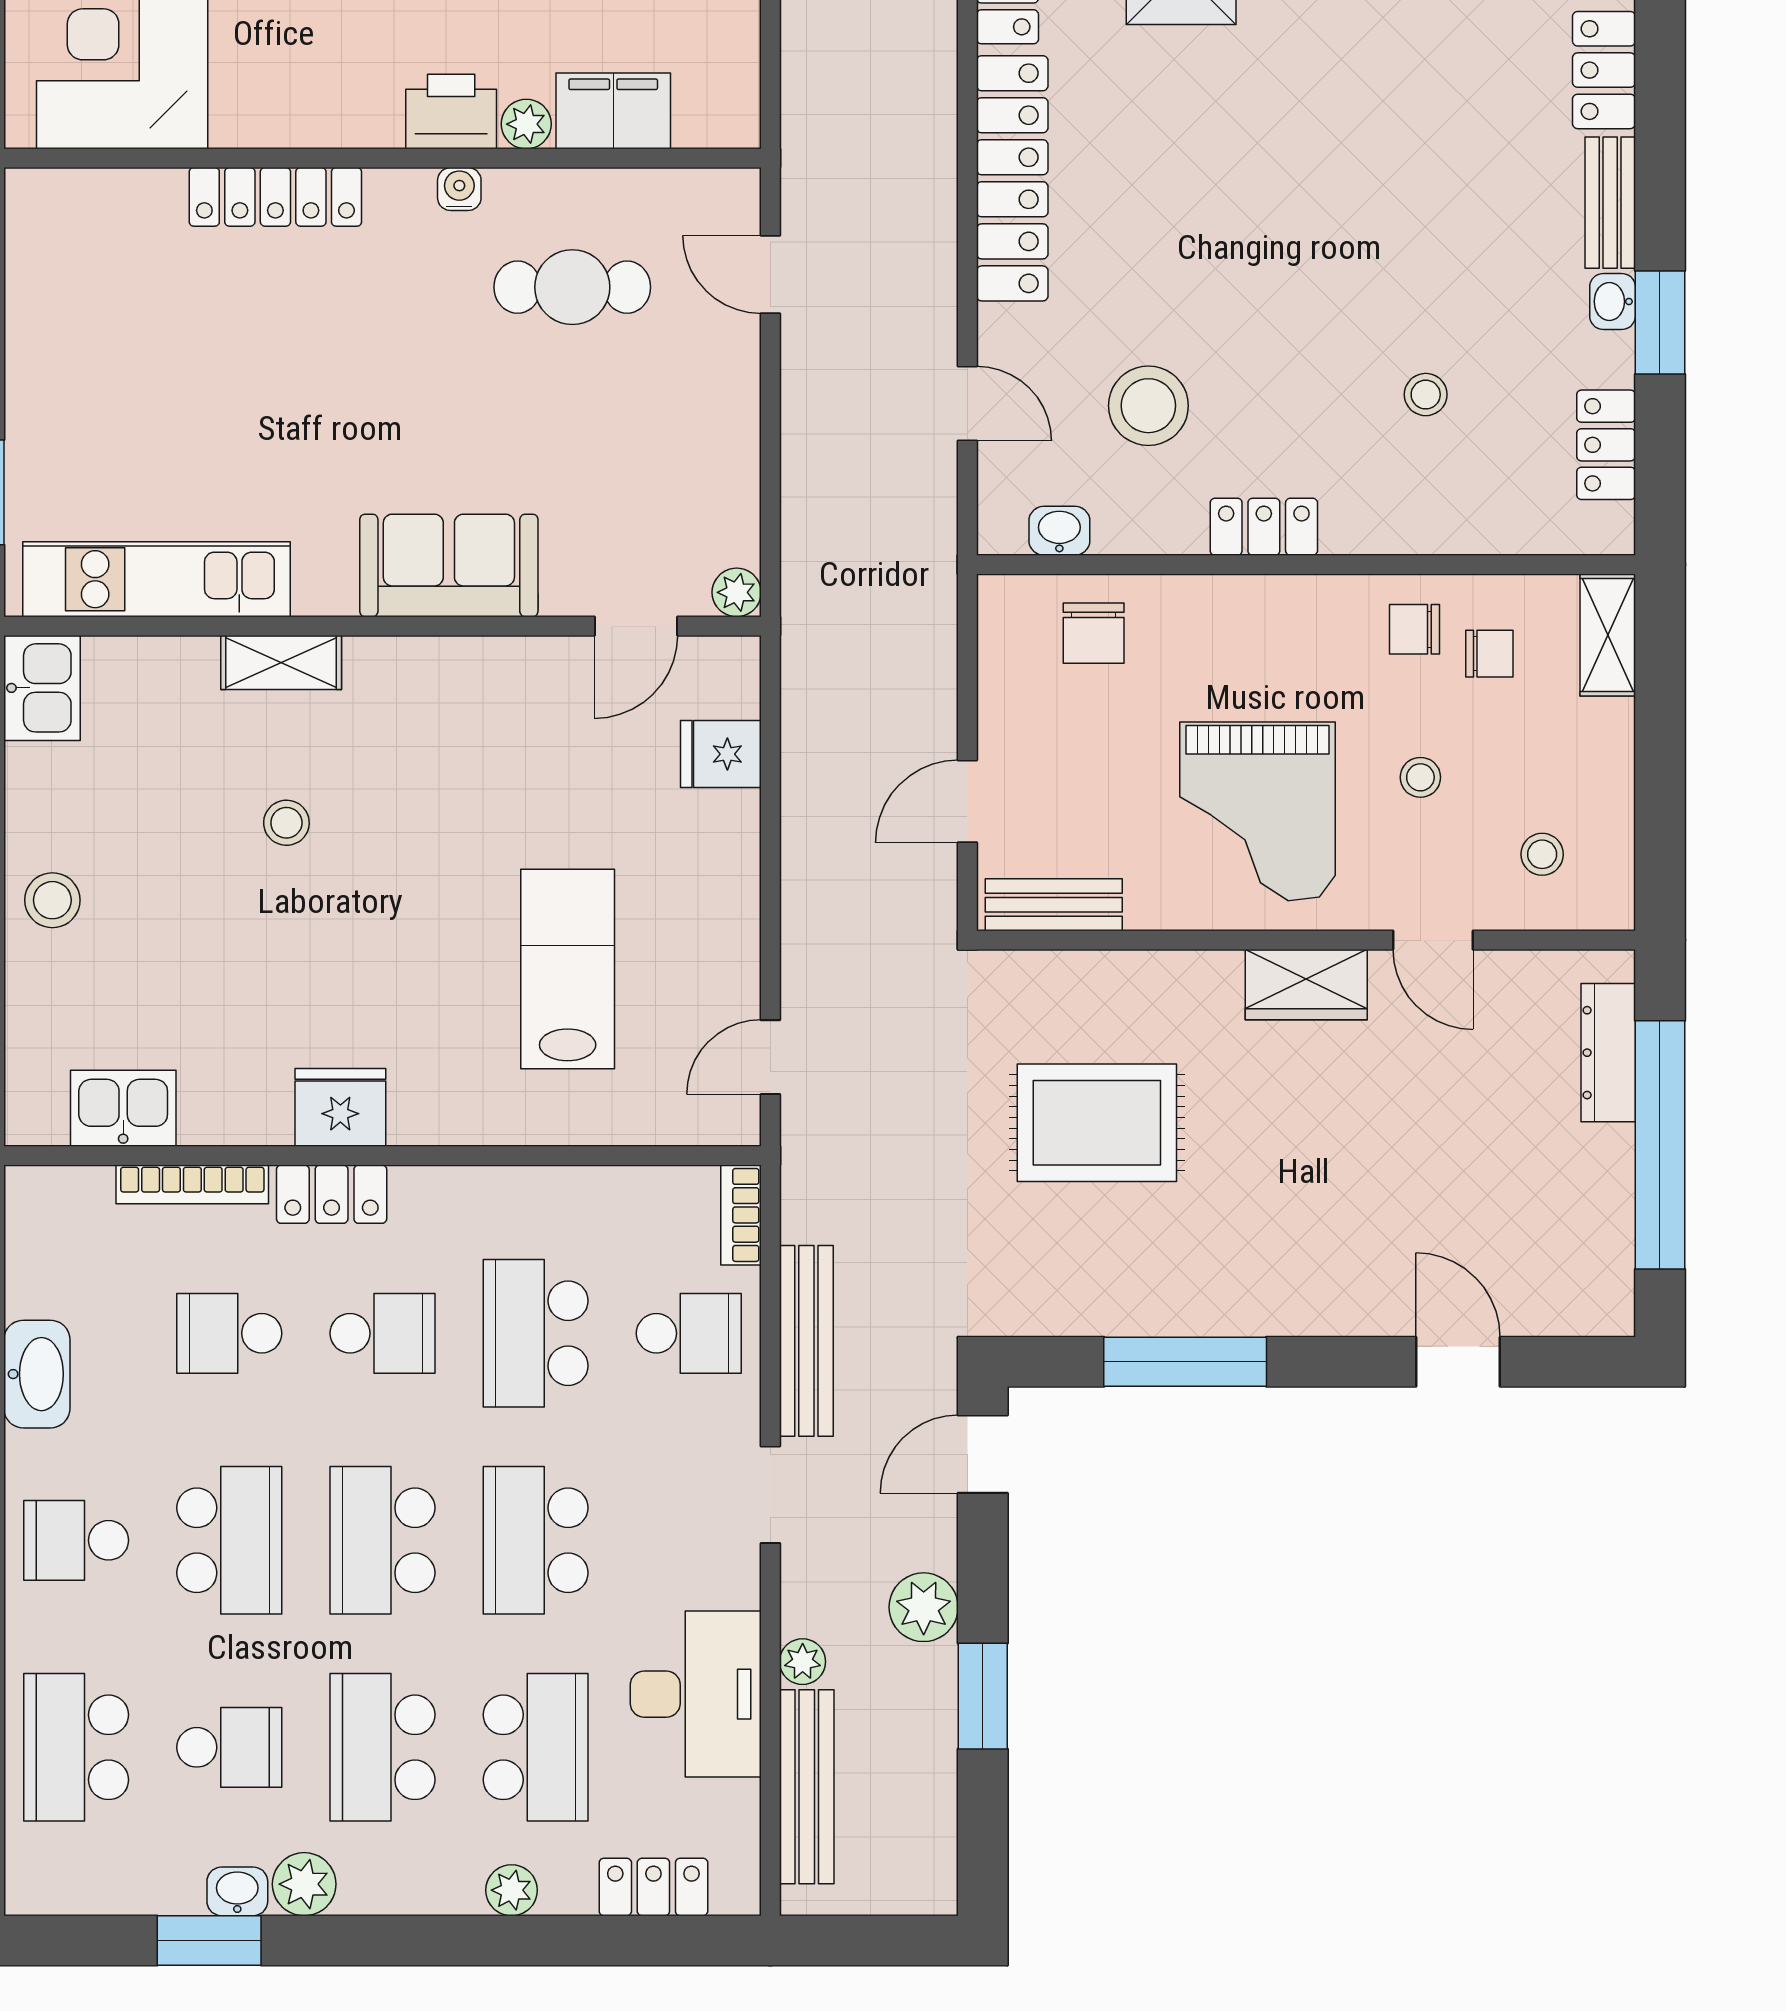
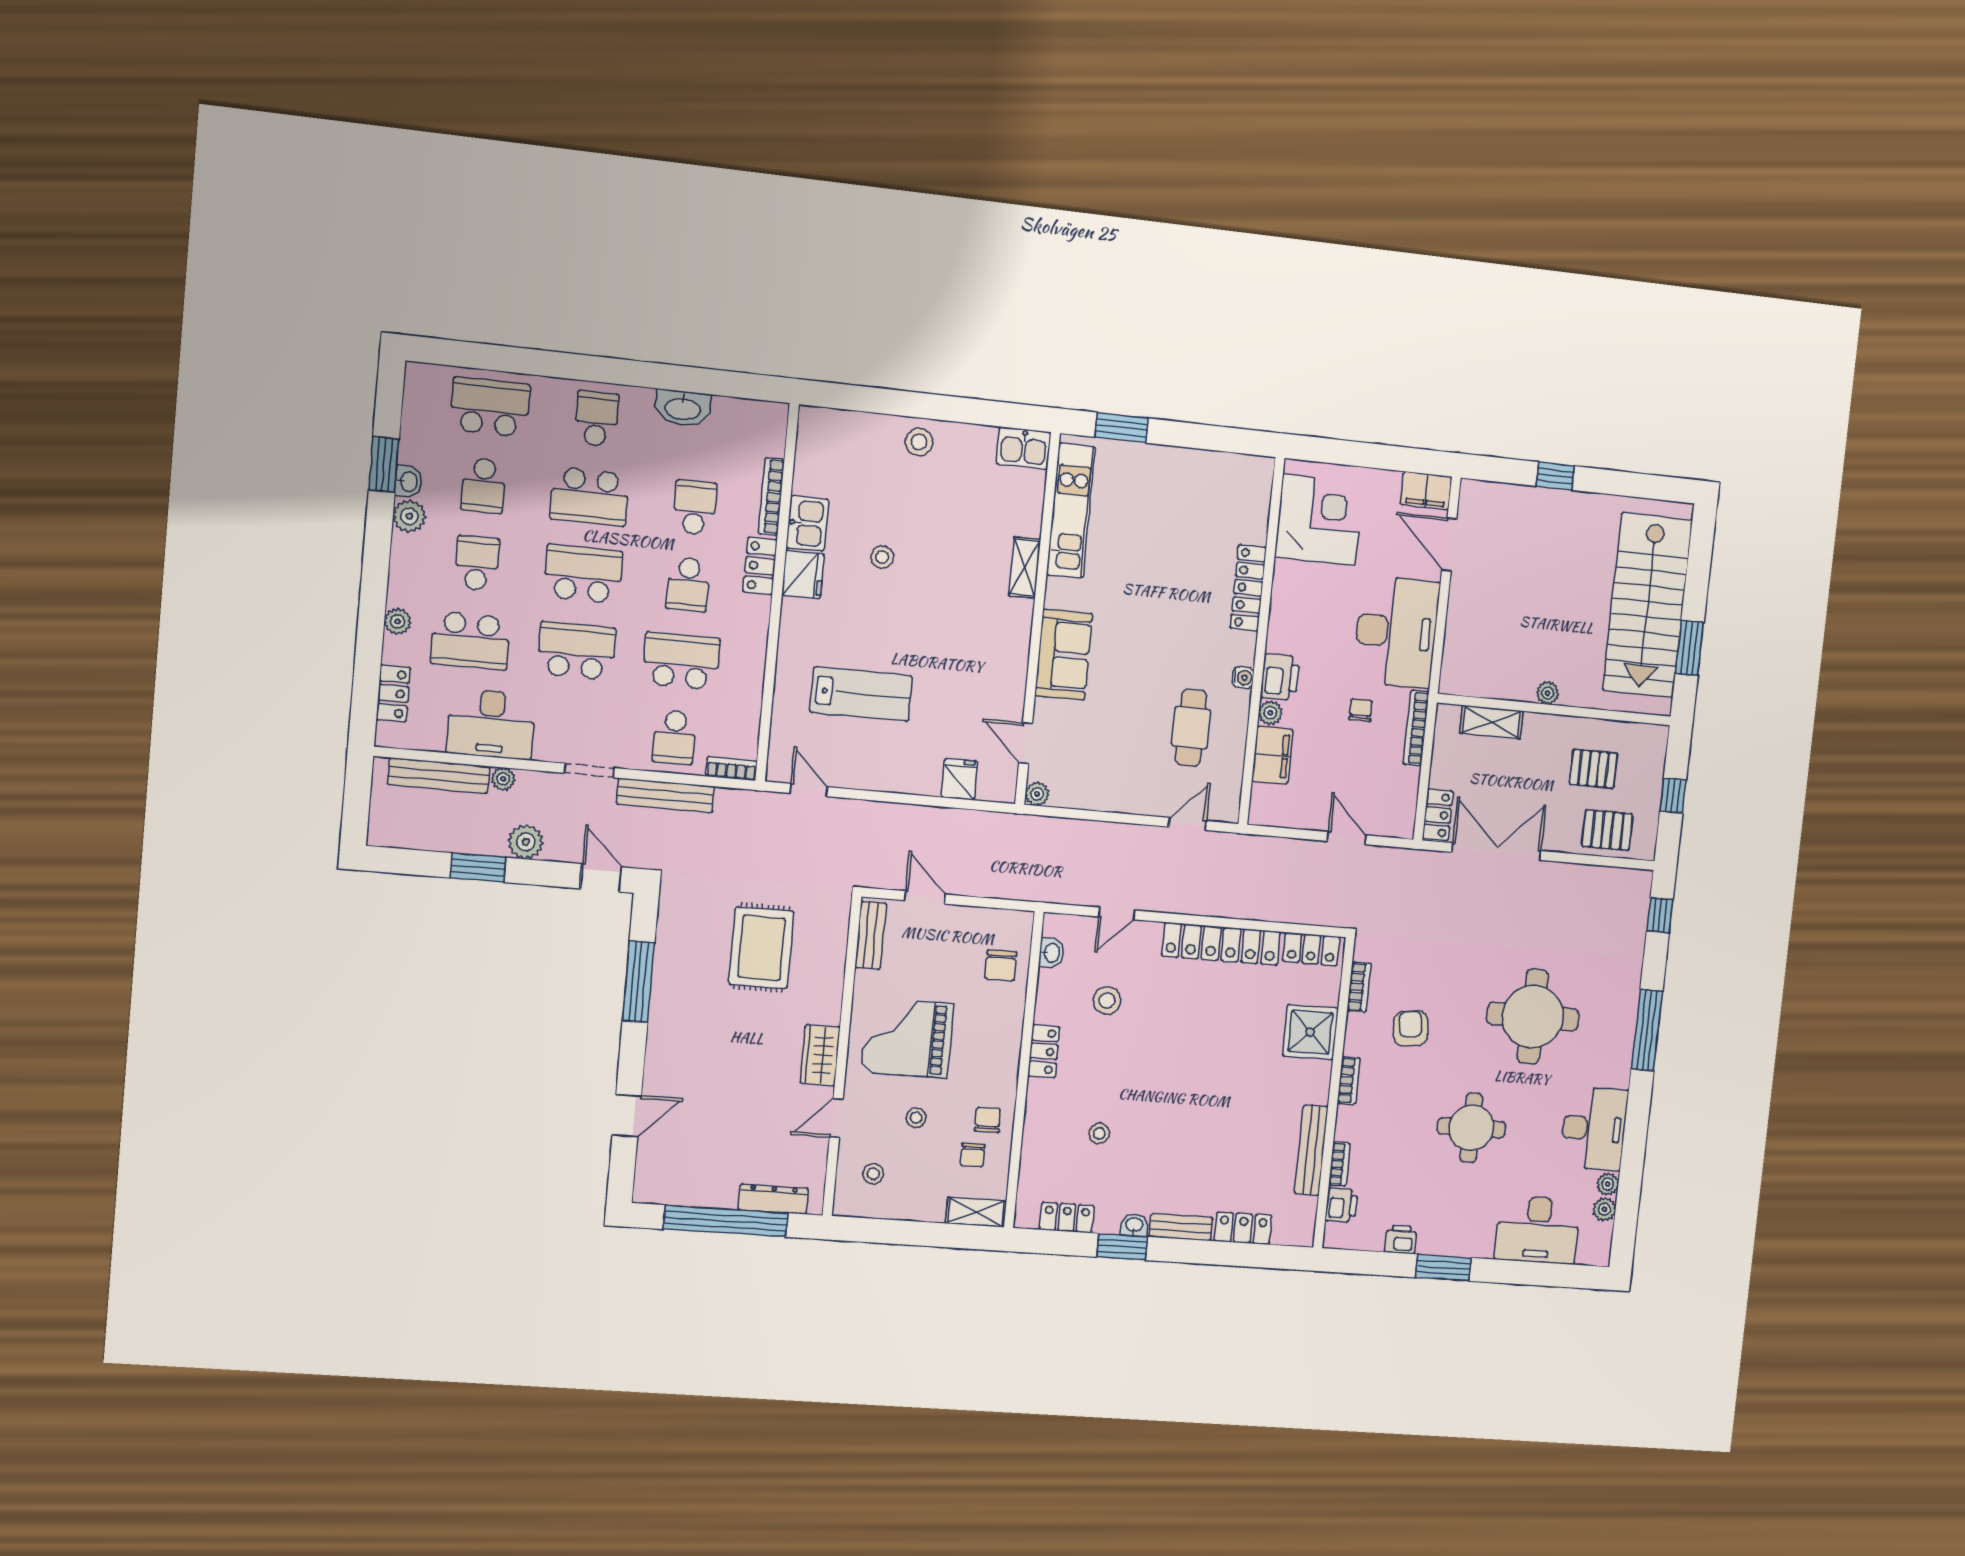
stool: (1148, 406) -> (1107, 1000), width x0.73, depth x0.73
chair: (1094, 633) -> (1001, 965), turned -90
stool: (286, 823) -> (882, 557), moved
kitchen sink: (123, 1108) -> (807, 523), moved
school desk: (382, 1747) -> (477, 563), width x0.54

